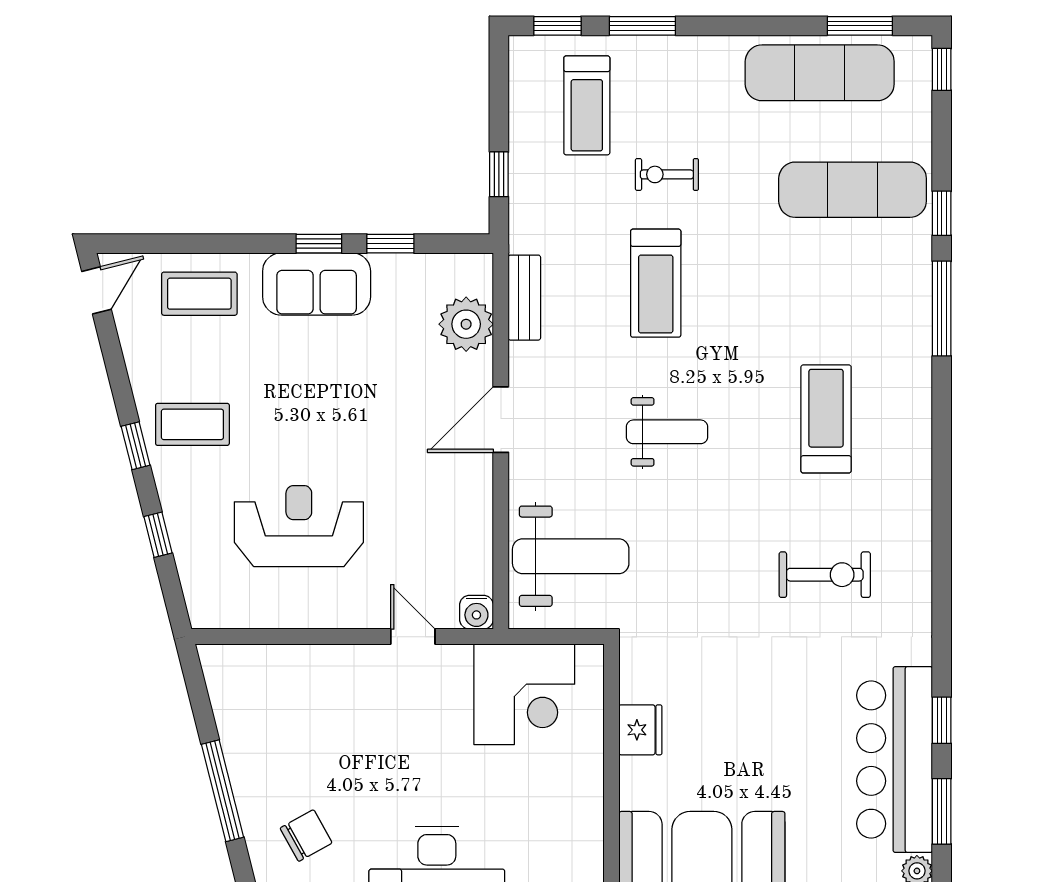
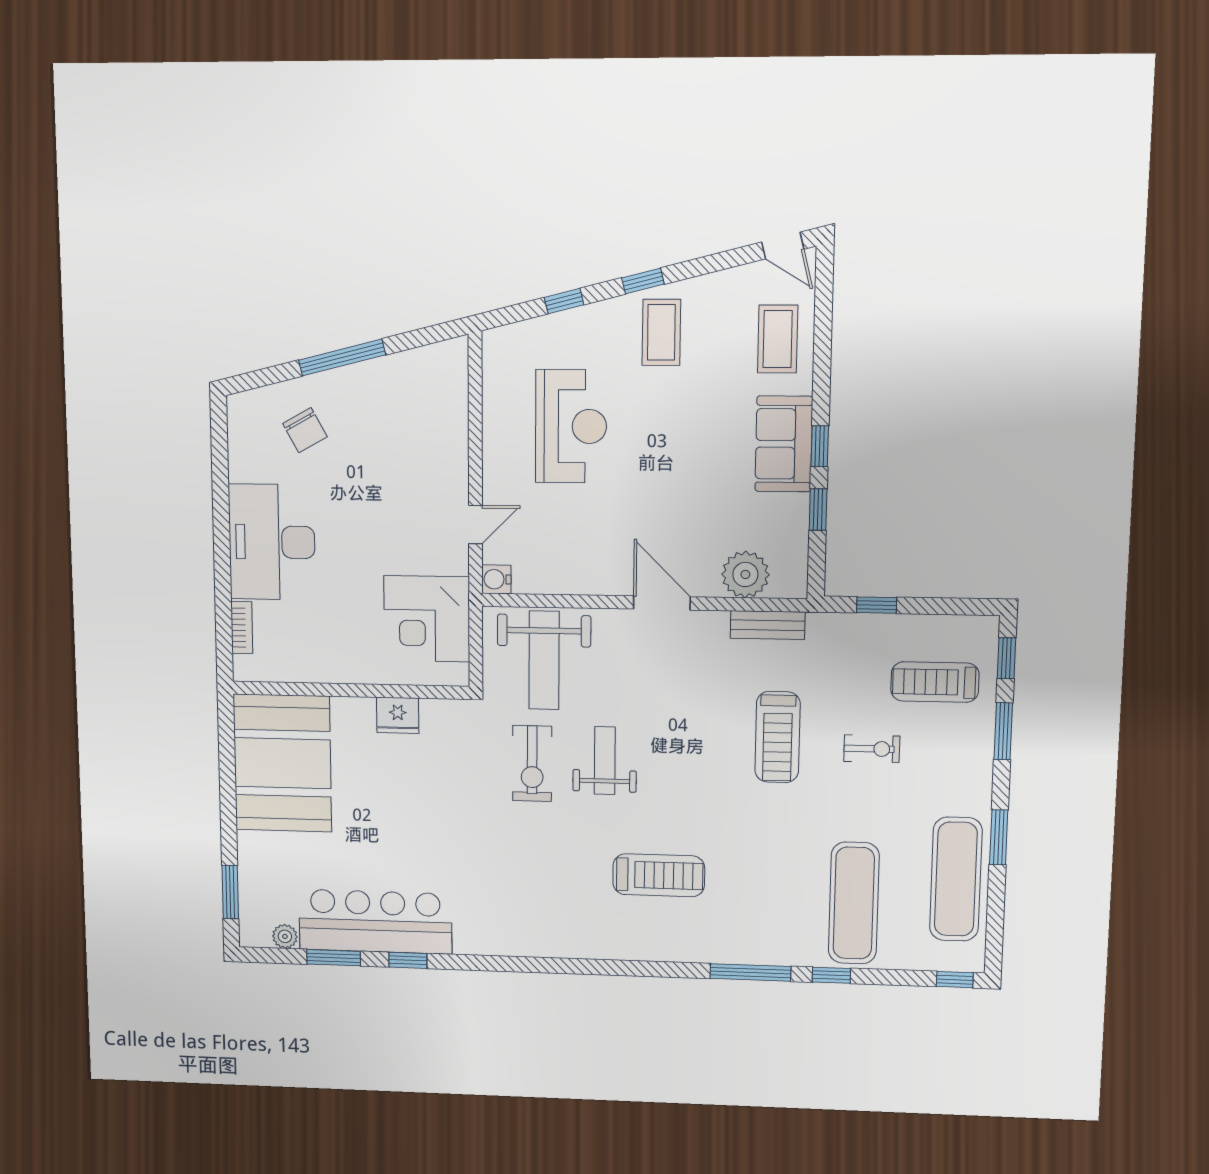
window: (860, 26) -> (999, 837), moved
exercise bike: (667, 174) -> (872, 749), turned 90
treadmill: (656, 283) -> (778, 737), turned -90
weight bench: (667, 432) -> (605, 761), moved, turned 180
exercise bike: (825, 575) -> (532, 764), moved

